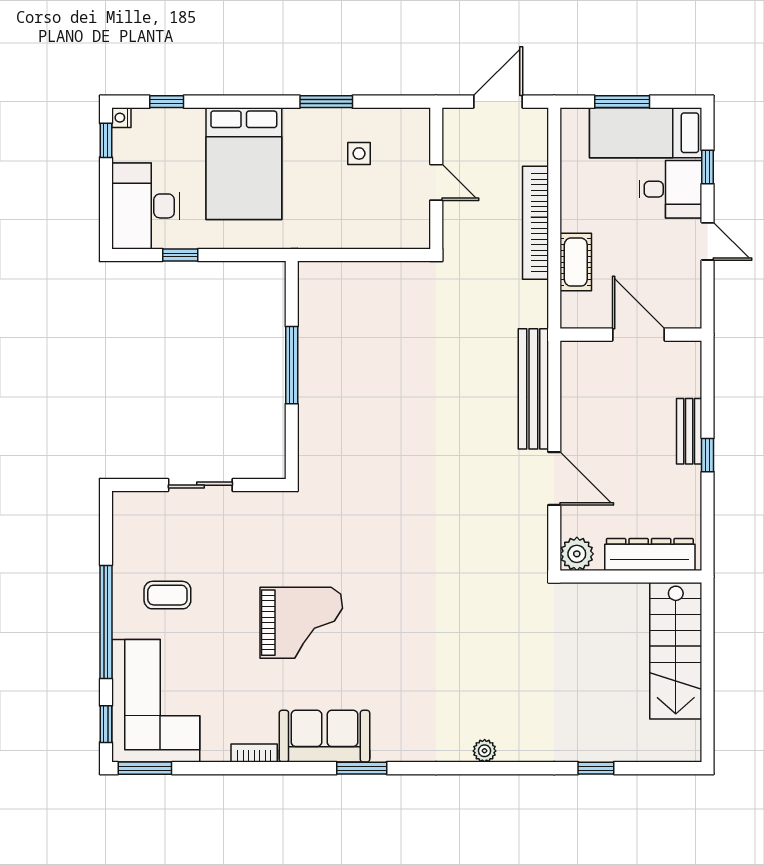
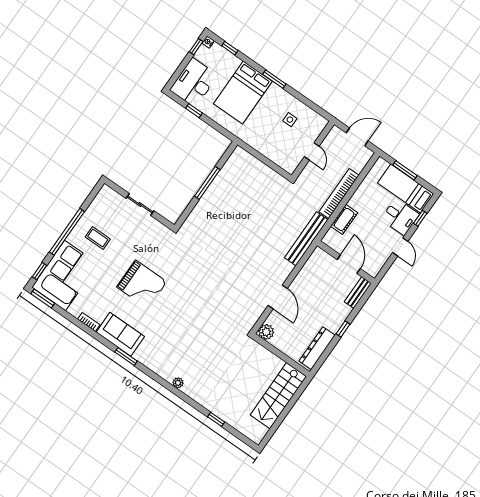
window: (326, 102) -> (274, 79), moved
bench: (533, 389) -> (306, 239), moved
bench: (689, 431) -> (358, 293), moved
dresser: (650, 554) -> (317, 348), moved, turned -90

